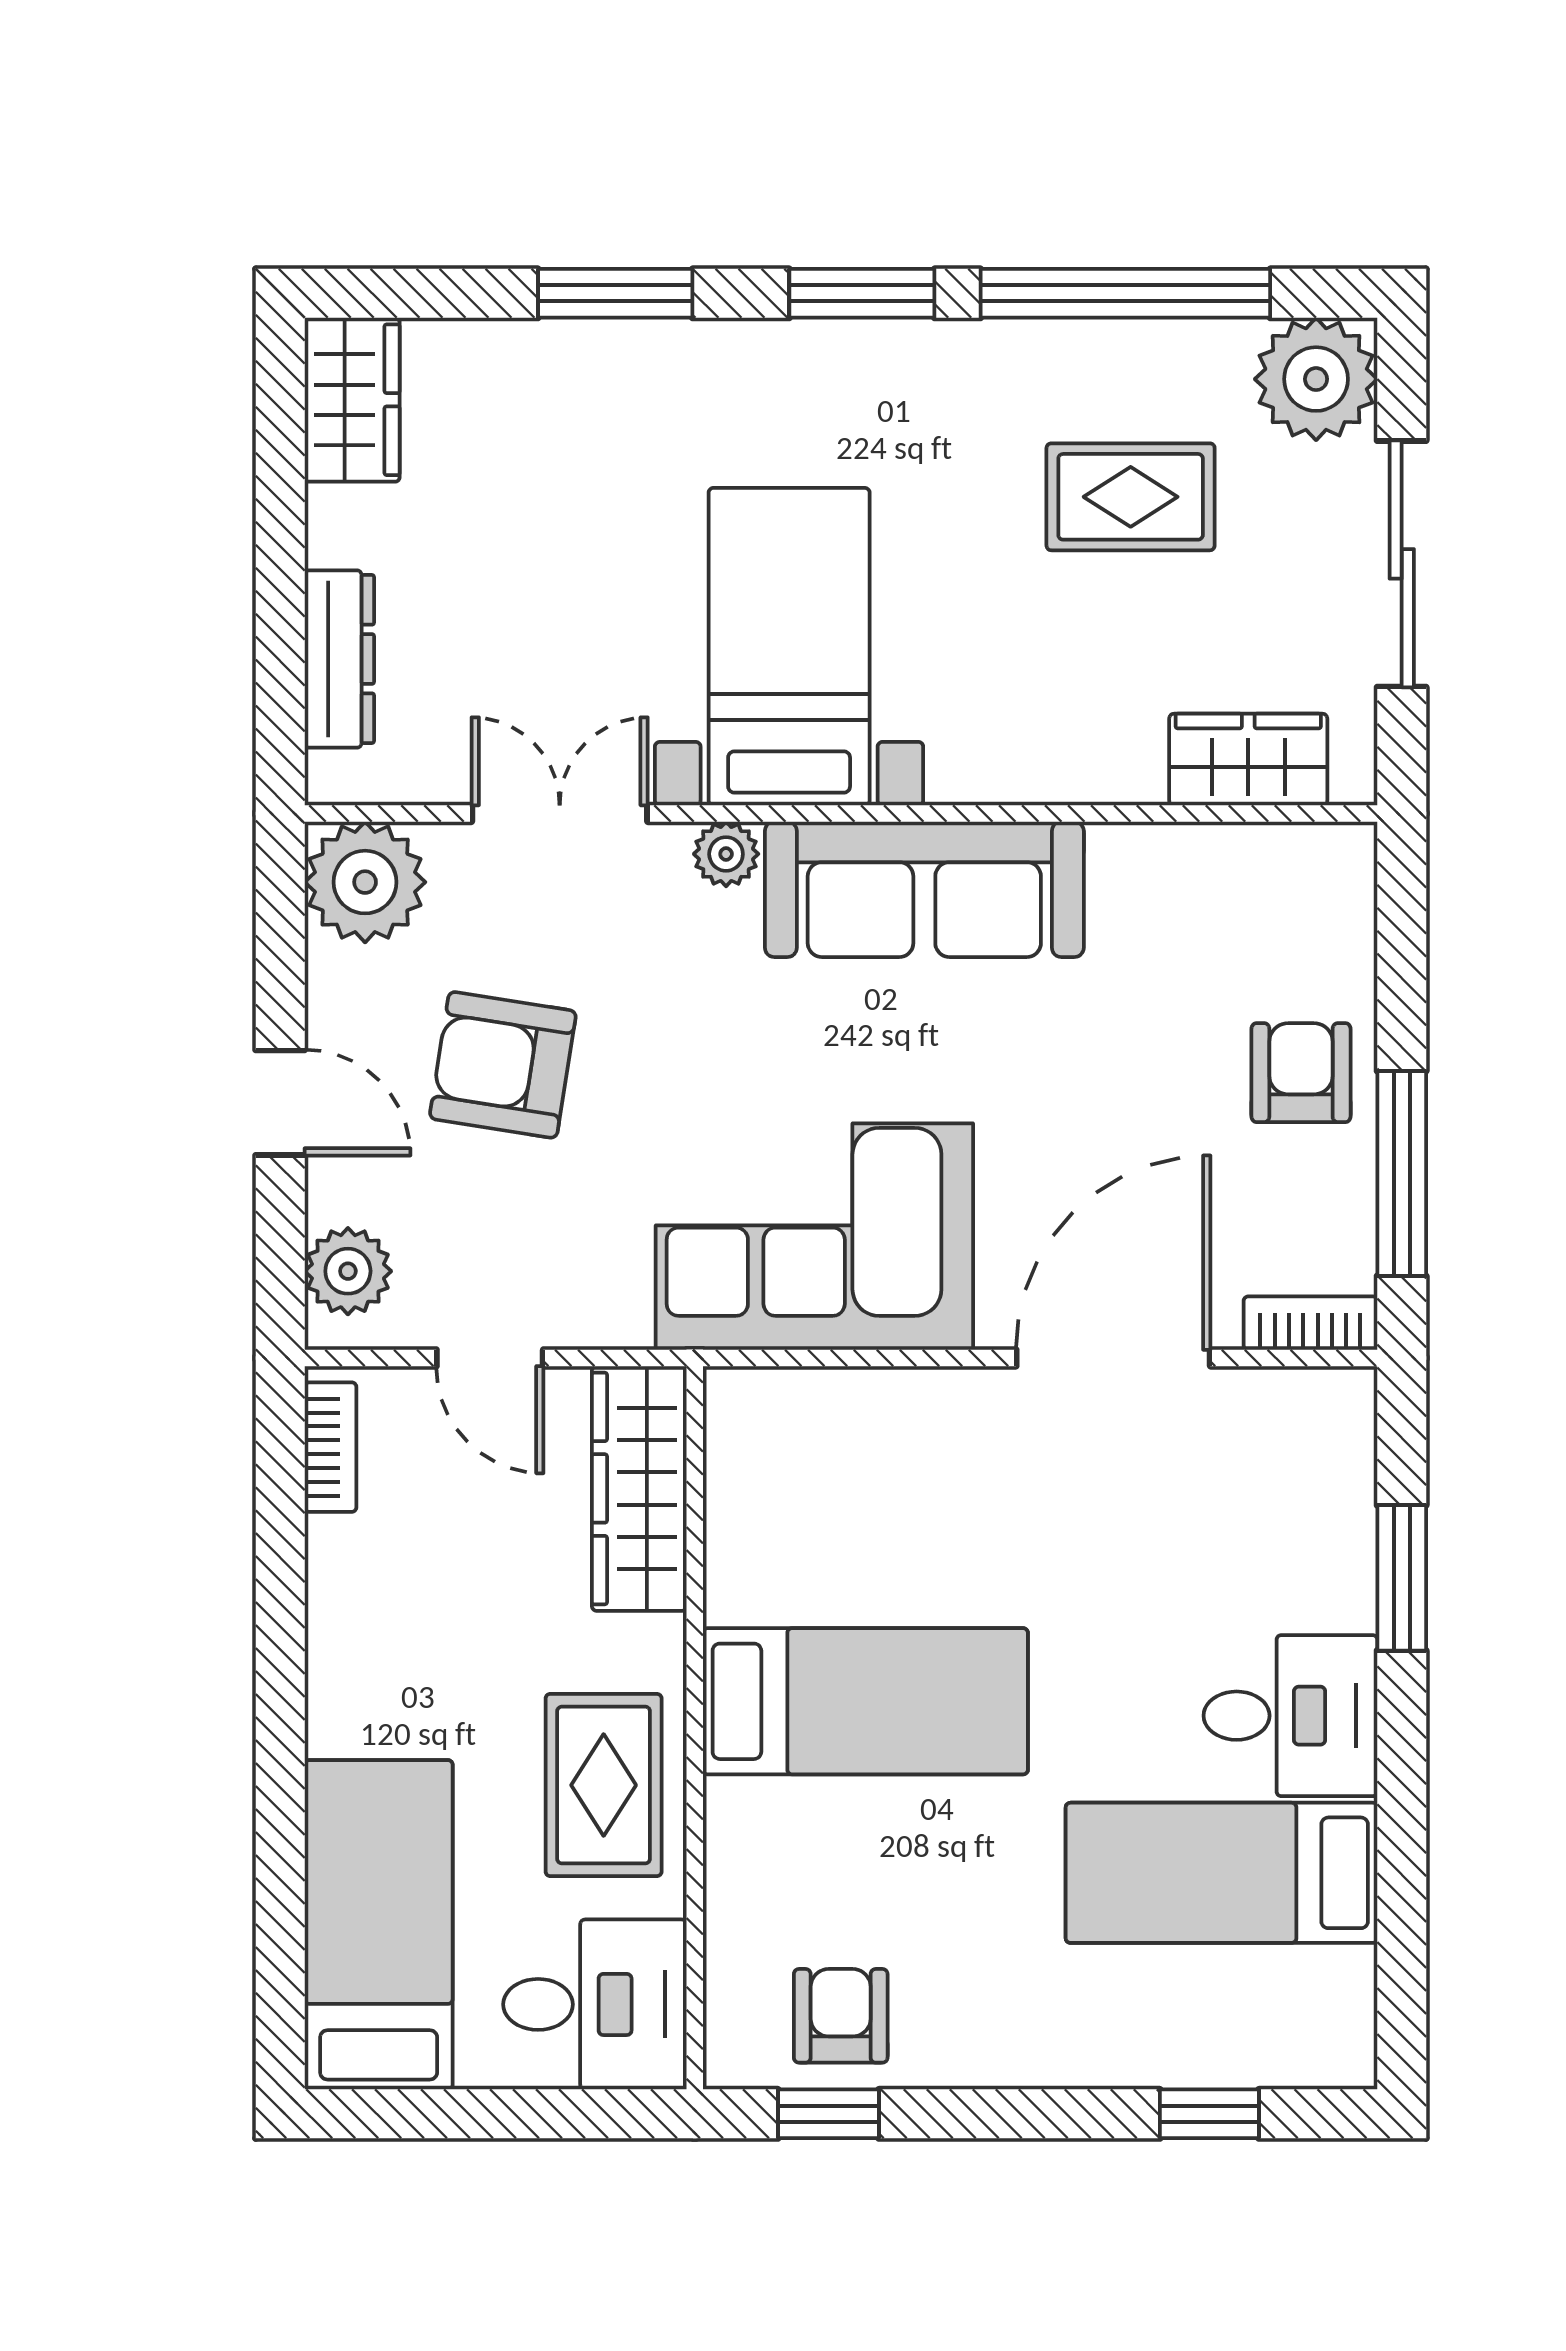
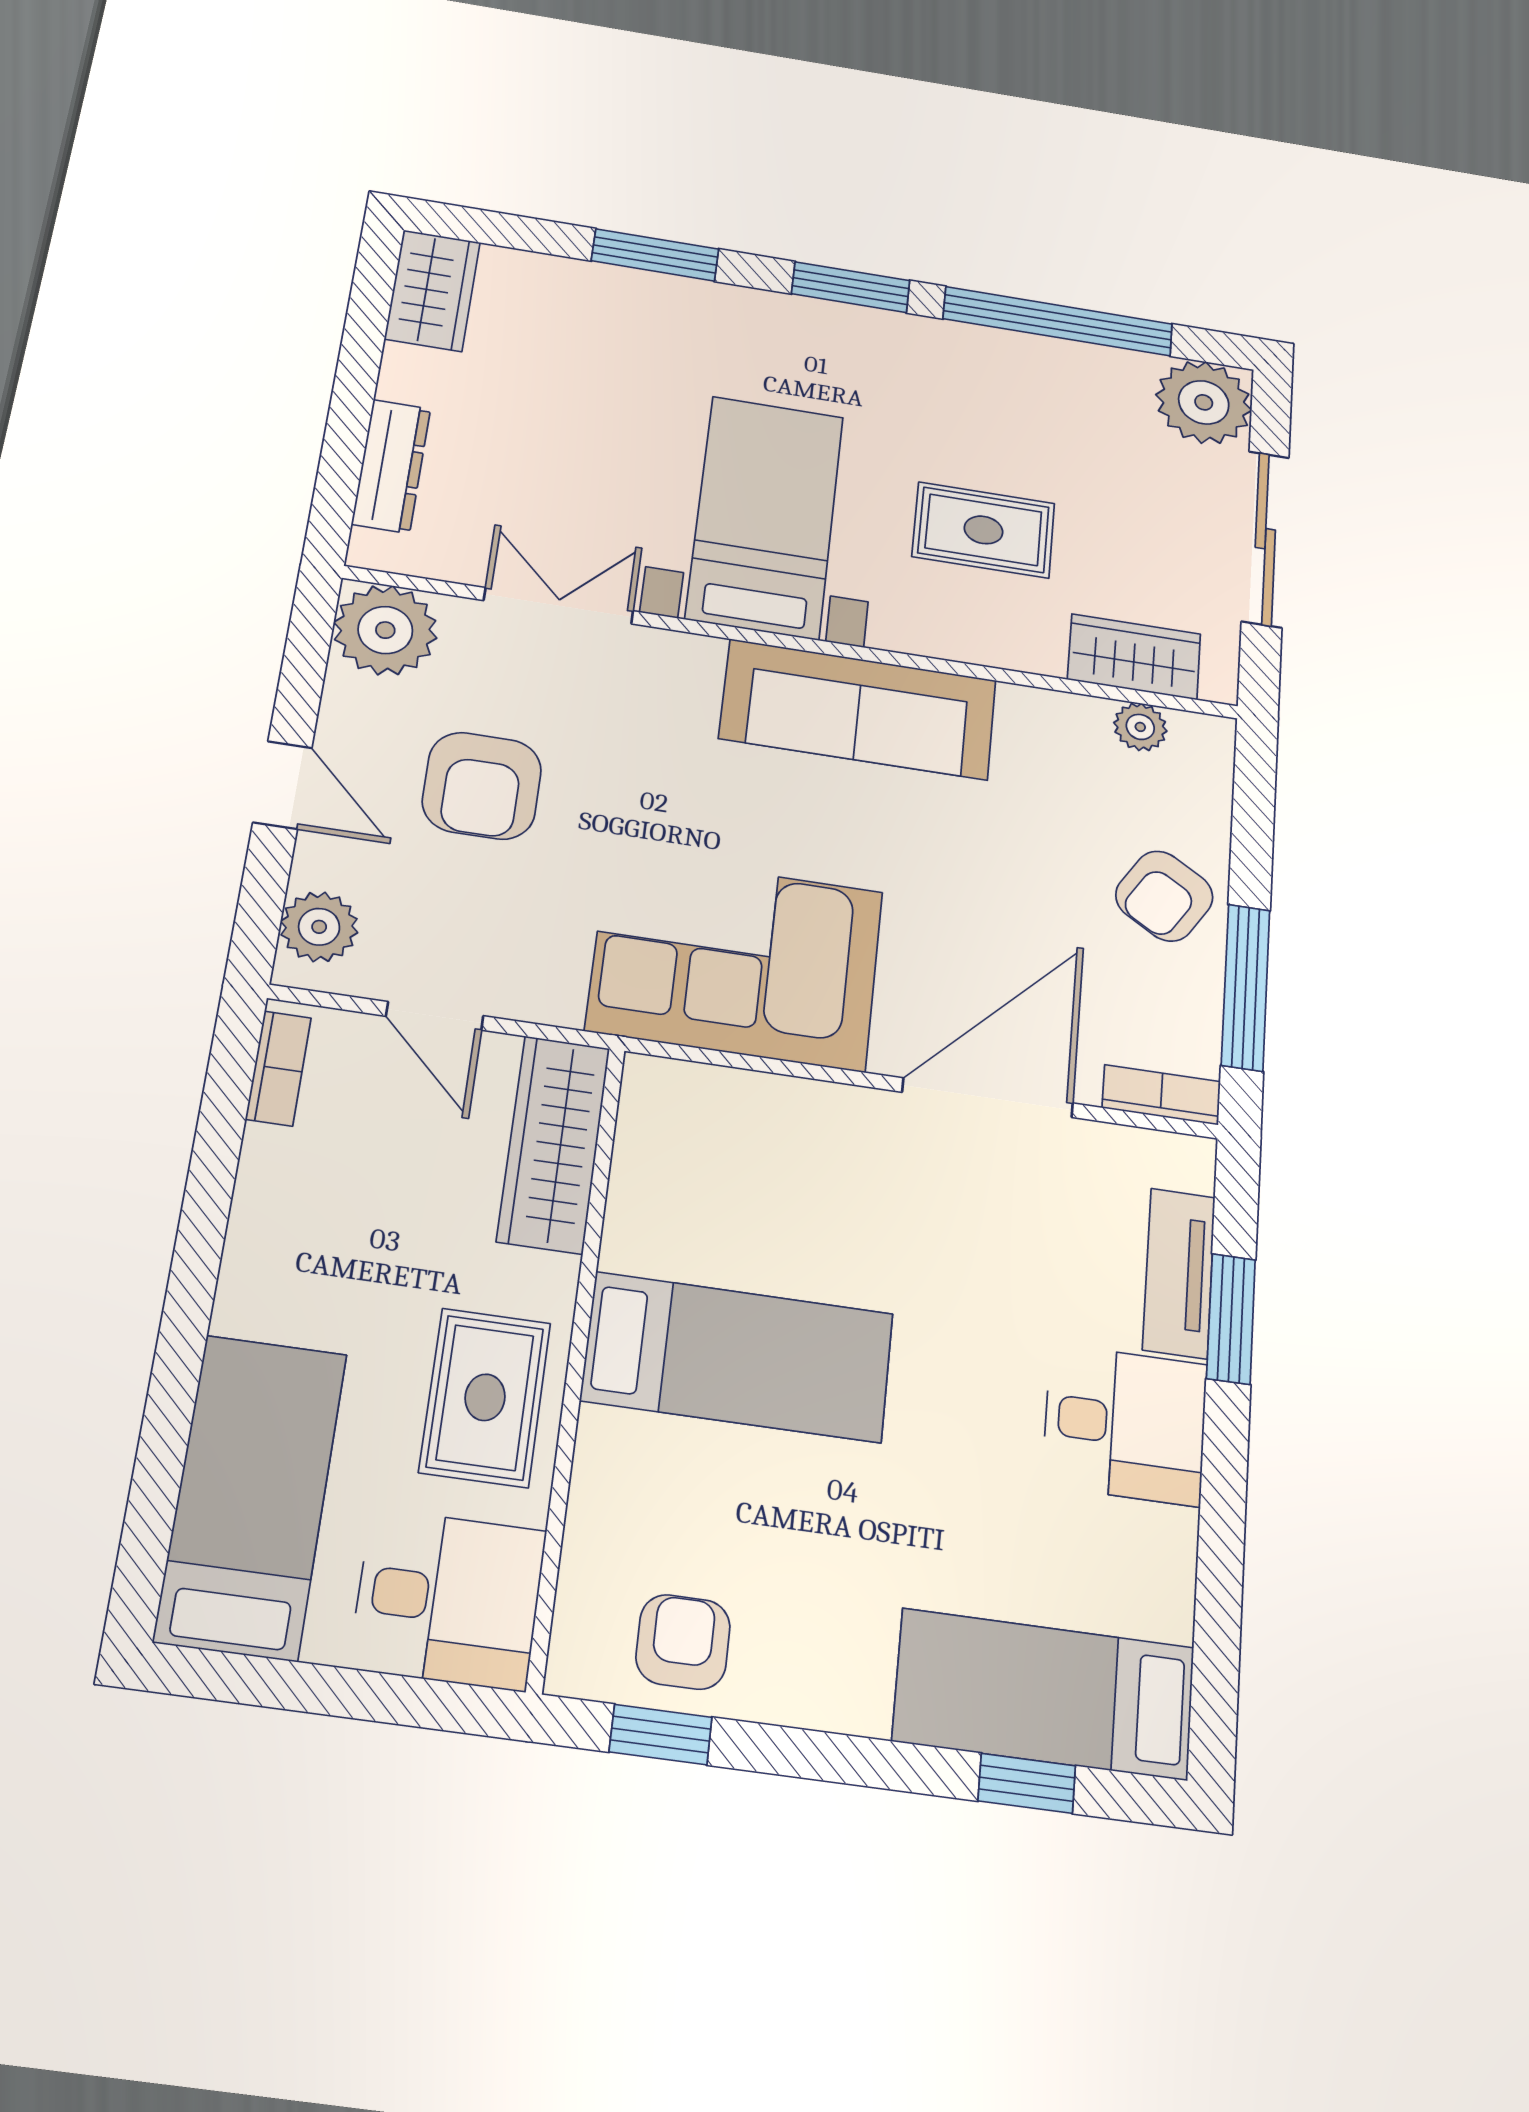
rug: (1131, 497) -> (984, 530), moved
plant: (726, 854) -> (1140, 727), moved
armchair: (503, 1065) -> (482, 786), turned -99
armchair: (1301, 1073) -> (1164, 896), turned -148
tv unit: (1341, 1533) -> (1179, 1273), added
bed: (1222, 1873) -> (1044, 1694), moved

